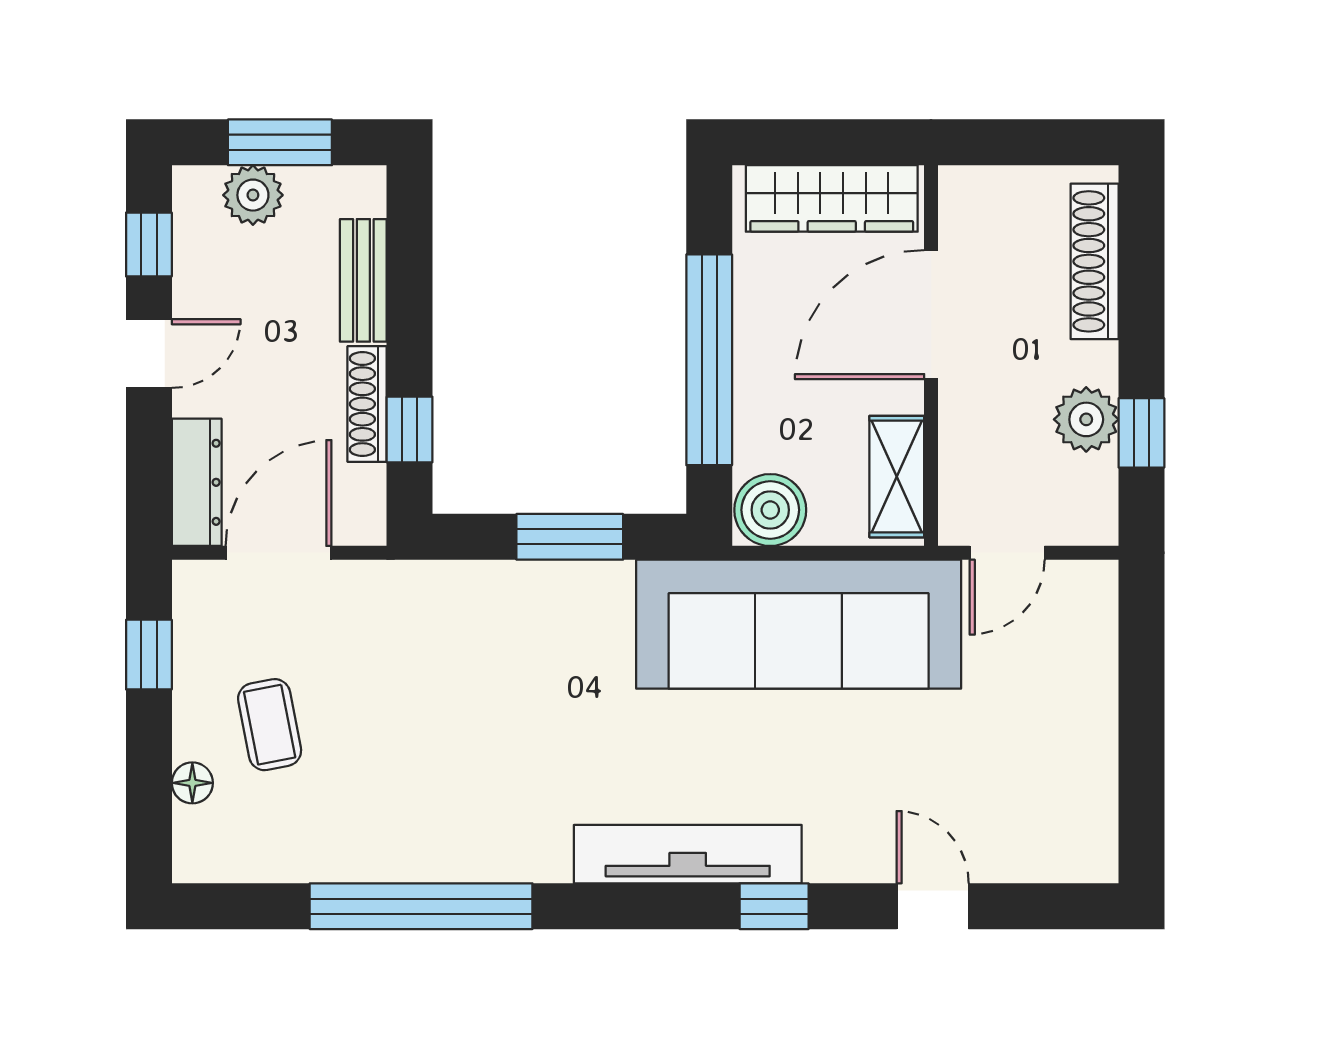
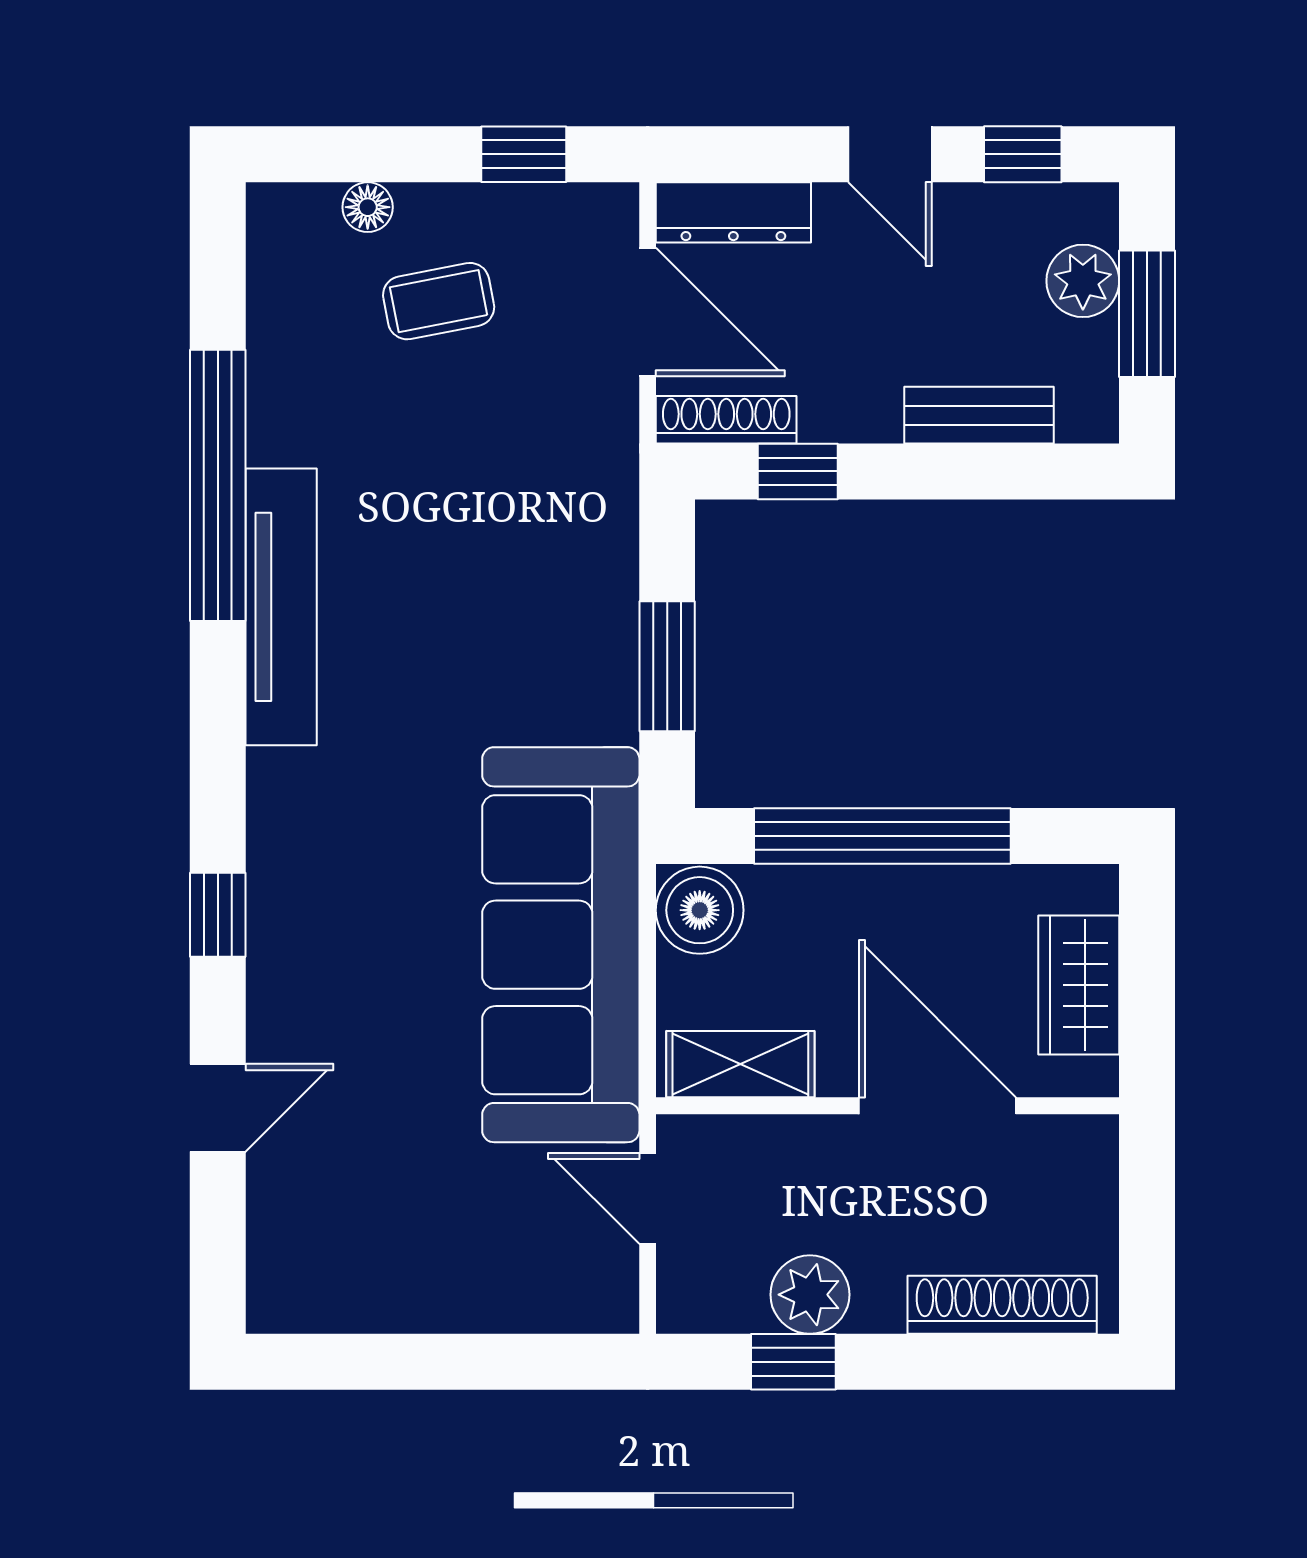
wardrobe: (832, 198) -> (1079, 985), width x0.67
shoe rack: (367, 404) -> (726, 420), moved
tv unit: (688, 854) -> (281, 607), moved

